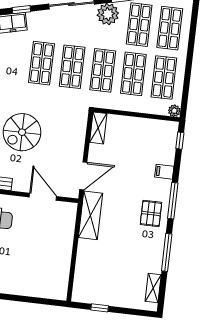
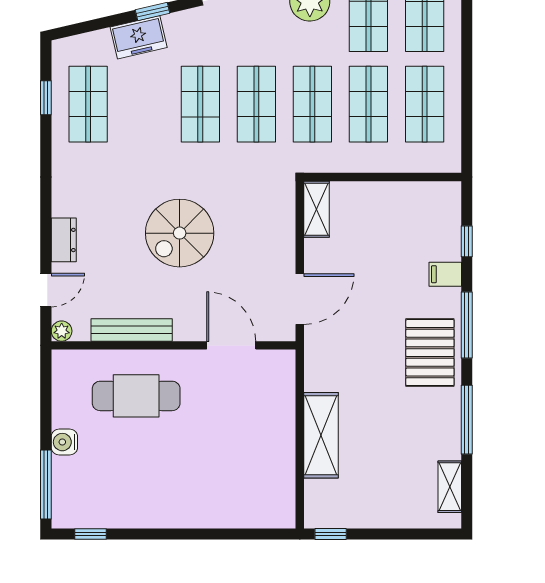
plant: (174, 111) -> (450, 162), removed
window: (180, 141) -> (467, 241), moved
pallet: (151, 213) -> (430, 353), width x1.50, depth x1.42
shelving: (90, 215) -> (321, 435), moved
window: (100, 308) -> (331, 534), moved

